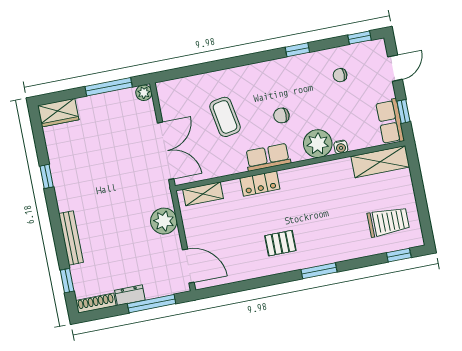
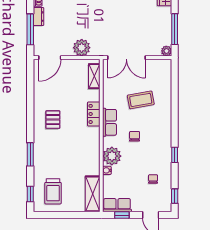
window: (319, 271) -> (30, 154), moved

